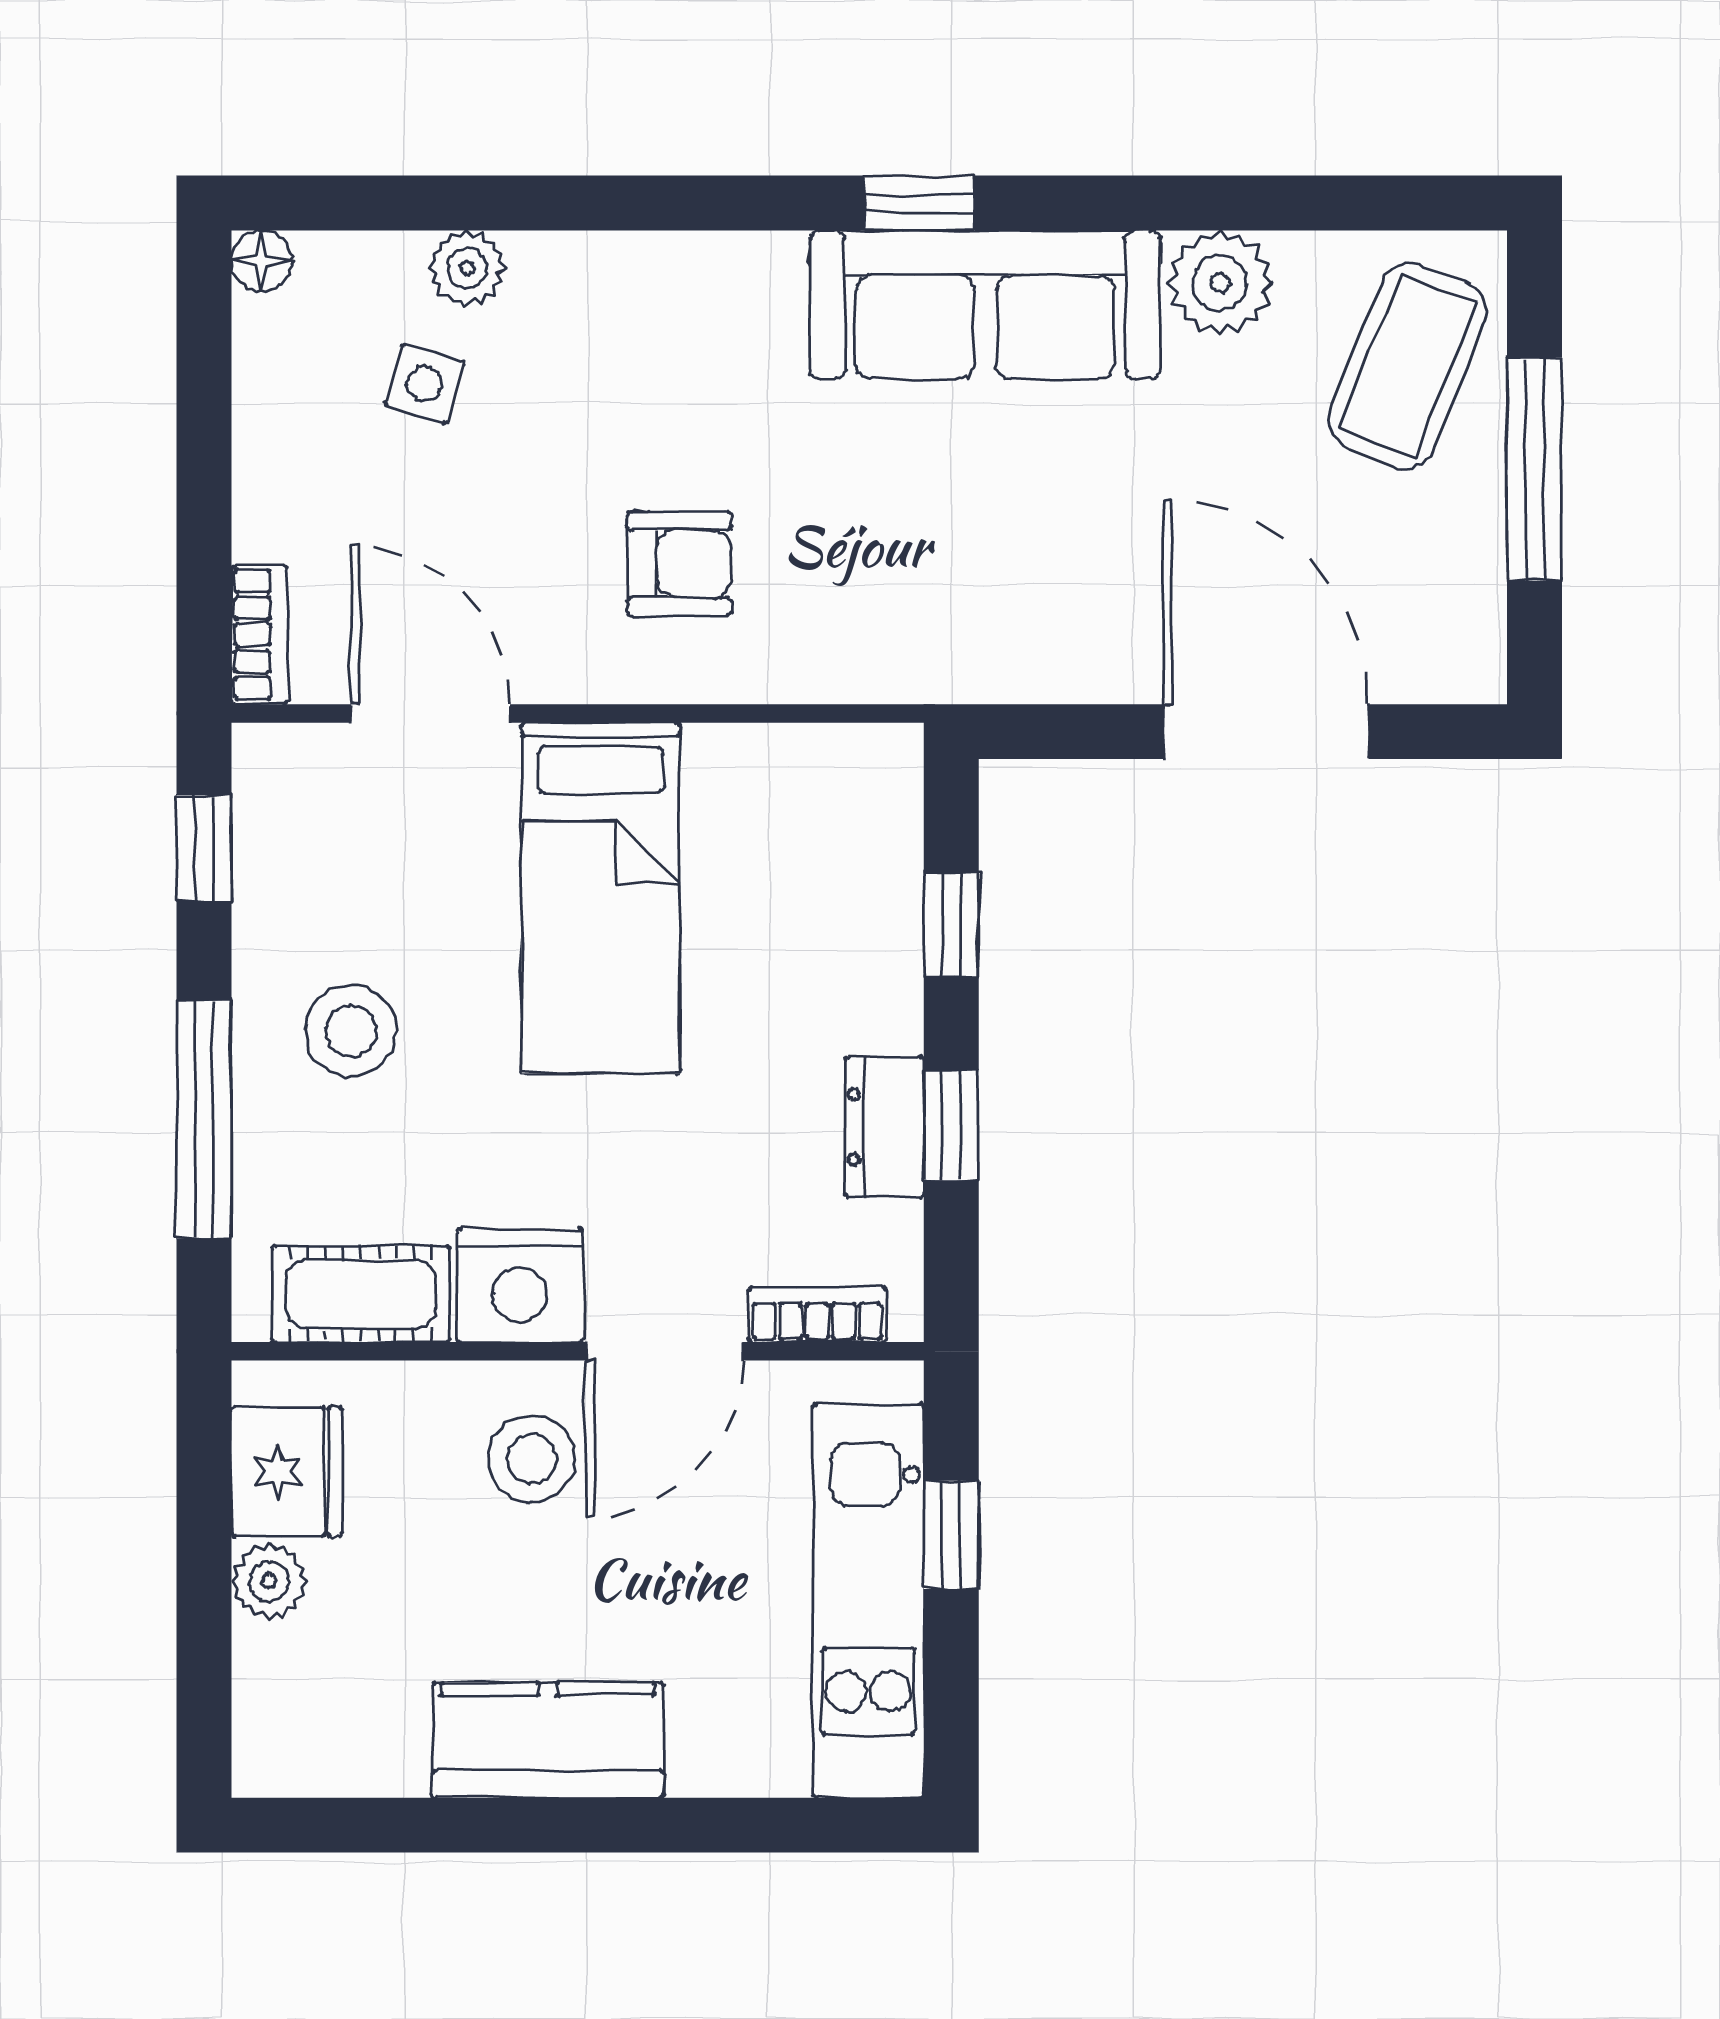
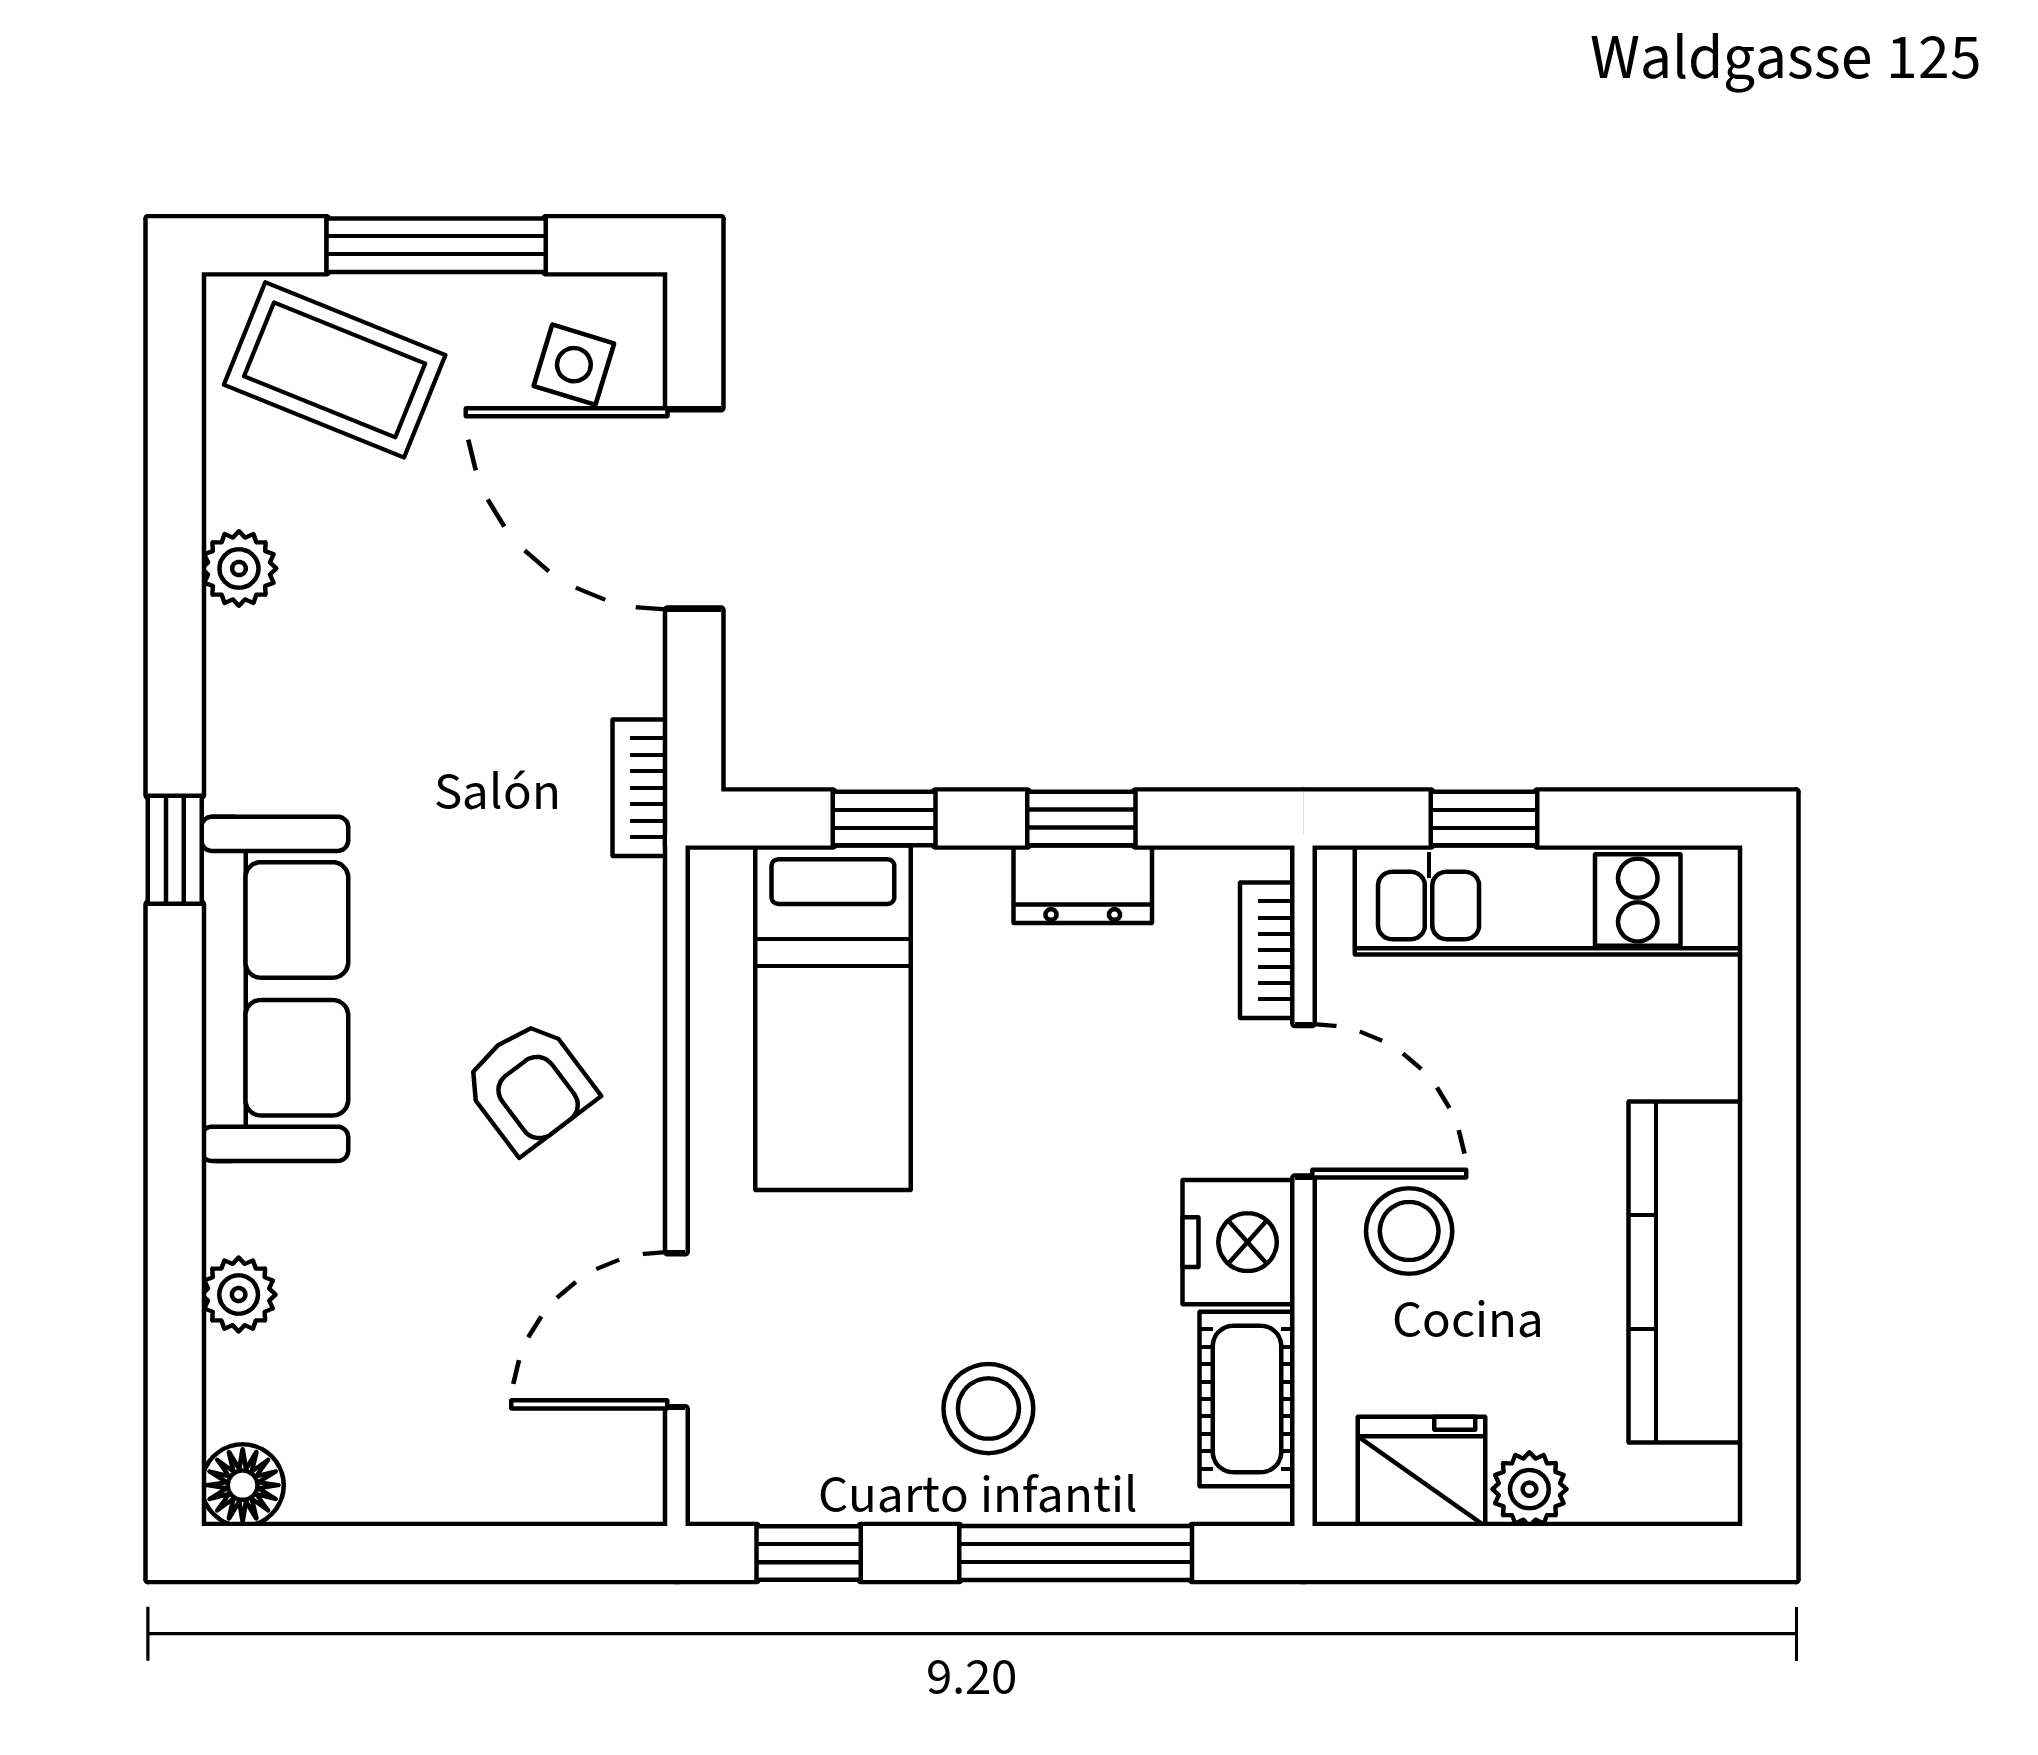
floor lamp: (262, 261) -> (243, 1485), width x1.37, depth x1.37
plant: (1220, 283) -> (239, 568), width x0.73, depth x0.73
sofa: (985, 305) -> (275, 989), moved
side table: (424, 383) -> (574, 365), moved
armchair: (679, 564) -> (529, 1086), turned 143
bookcase: (259, 635) -> (640, 788), moved, turned -90
door: (1266, 732) -> (694, 509), hinge flipped
bed: (601, 898) -> (833, 1018), moved, turned 90
kitchen counter: (548, 1740) -> (1686, 1272), width x1.50

